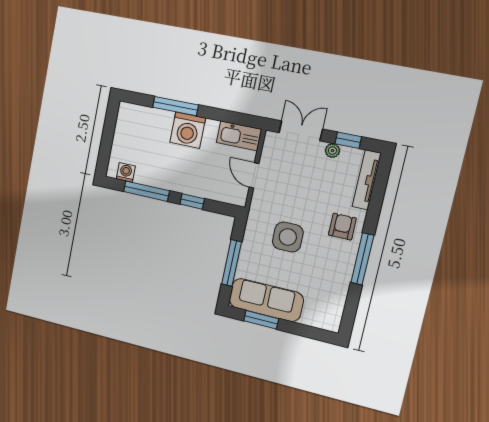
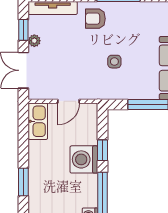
window: (175, 106) -> (23, 182), width x0.69
washing machine: (188, 130) -> (84, 159), moved, turned 180
side table: (288, 237) -> (114, 62), width x0.54, depth x0.54

